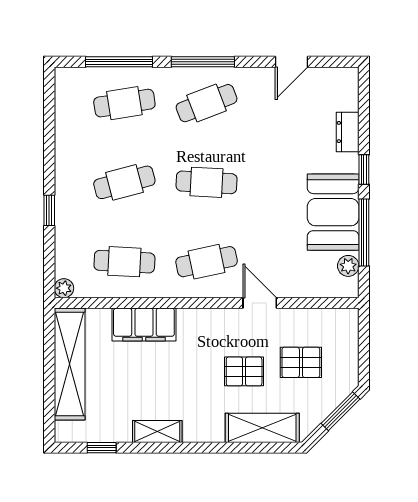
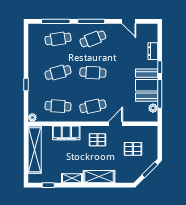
door: (291, 62) -> (129, 21), hinge flipped
door: (260, 303) -> (115, 124), hinge flipped
pallet: (244, 371) -> (97, 140), moved
shelving: (262, 428) -> (99, 177), moved

